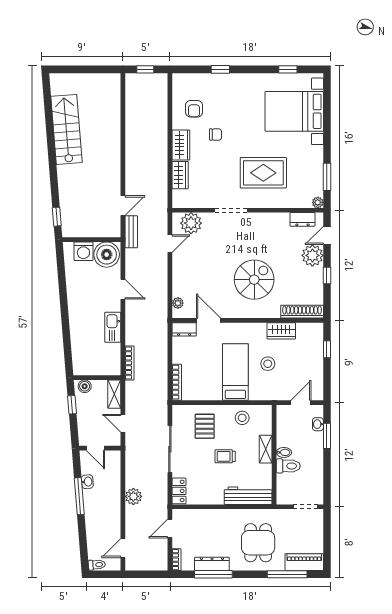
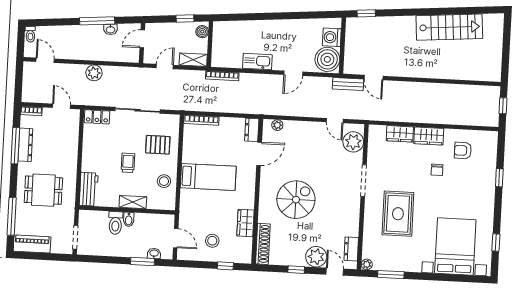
spiral stairs: (254, 280) -> (296, 200), turned -90
stool: (268, 364) -> (212, 241), moved
workbench: (248, 496) -> (89, 189), width x0.73
piano: (304, 562) -> (32, 244), moved, turned -90

